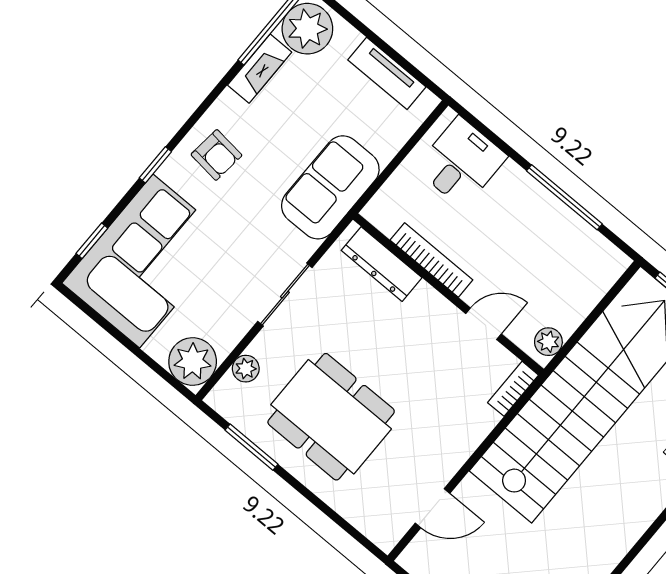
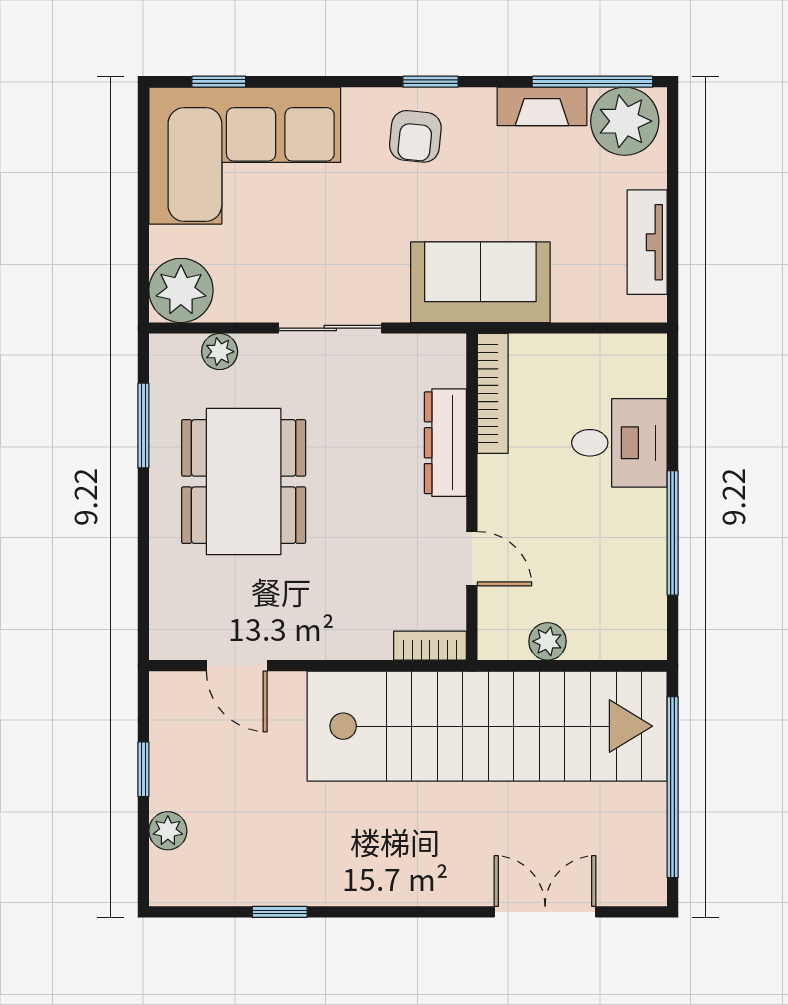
desk: (461, 162) -> (619, 443), moved
window: (155, 165) -> (431, 82), moved
bookcase: (431, 260) -> (493, 393), moved
dresser: (382, 264) -> (445, 443), moved
plant: (548, 342) -> (548, 641), moved

